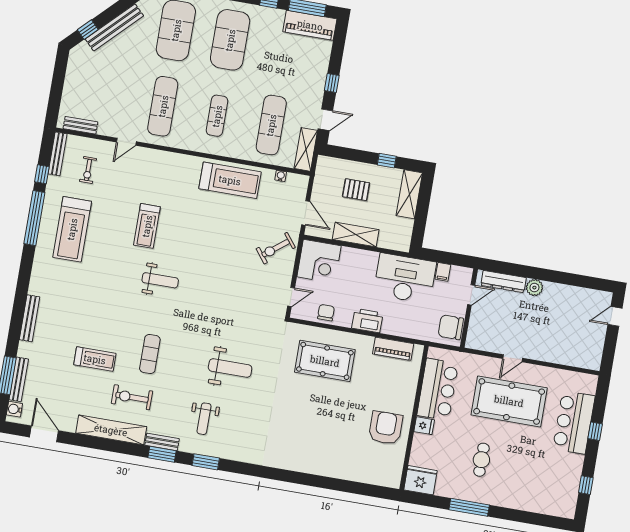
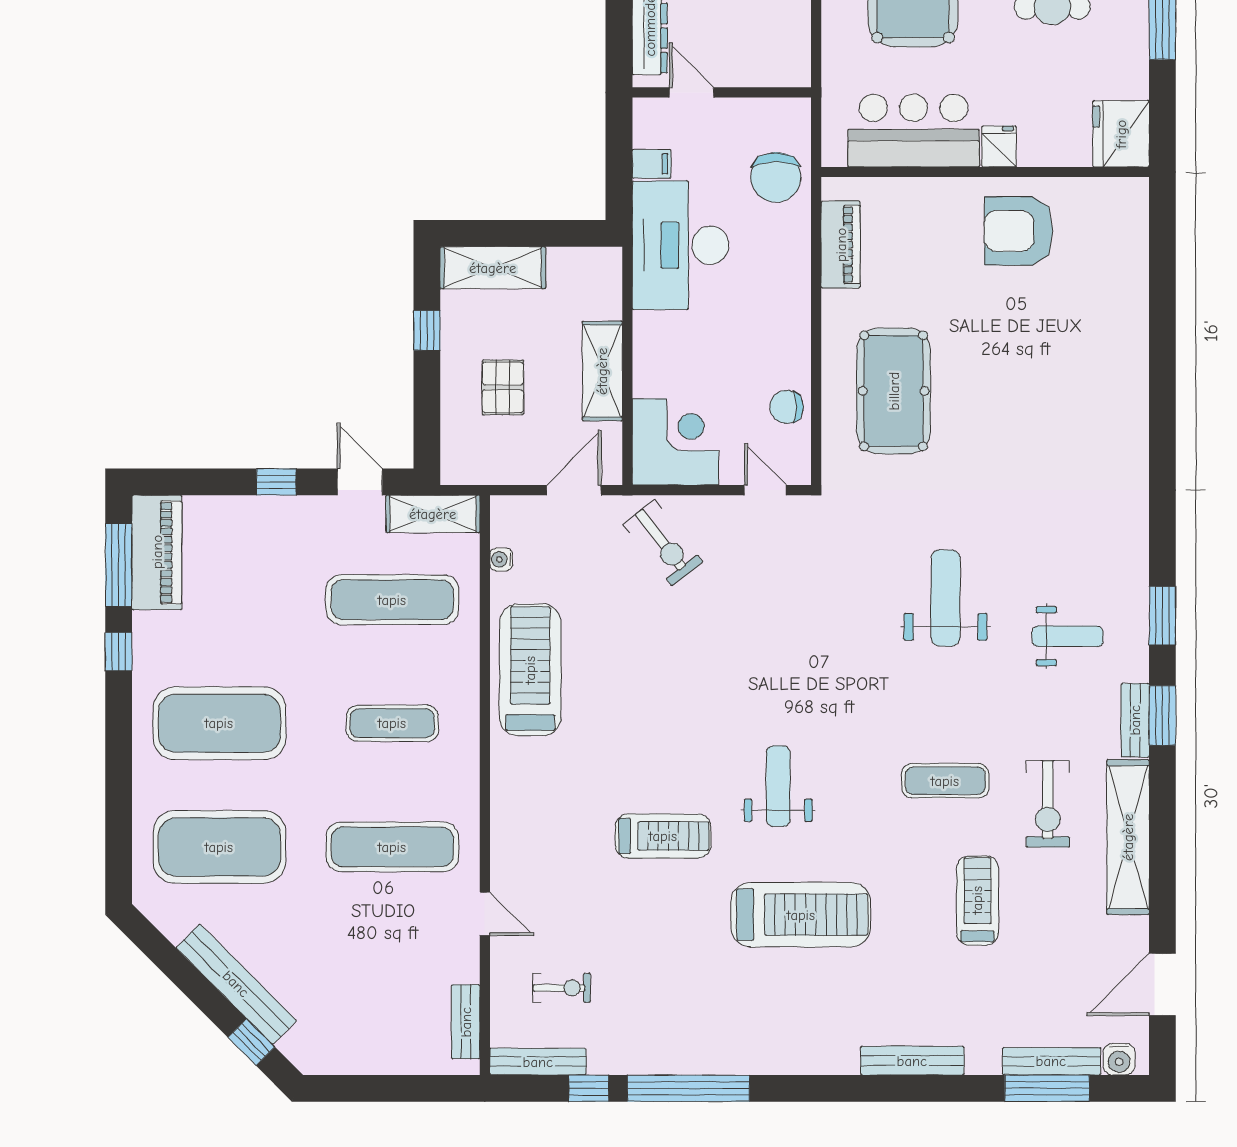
treadmill: (72, 229) -> (801, 915), moved
printer: (367, 321) -> (788, 312), removed
chair: (451, 327) -> (776, 177), moved

